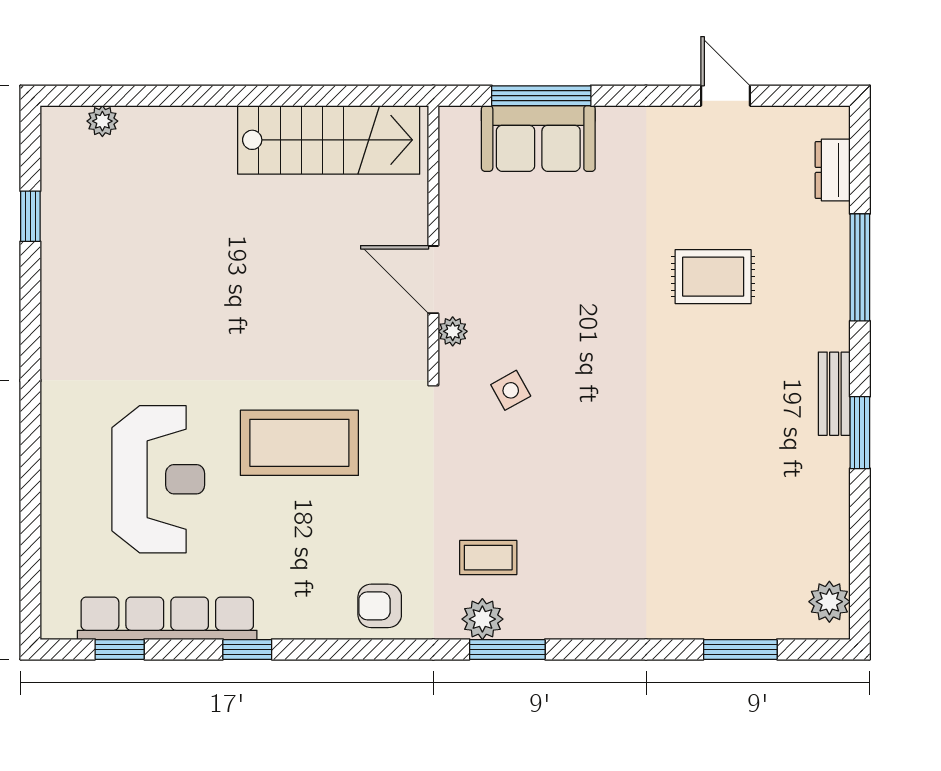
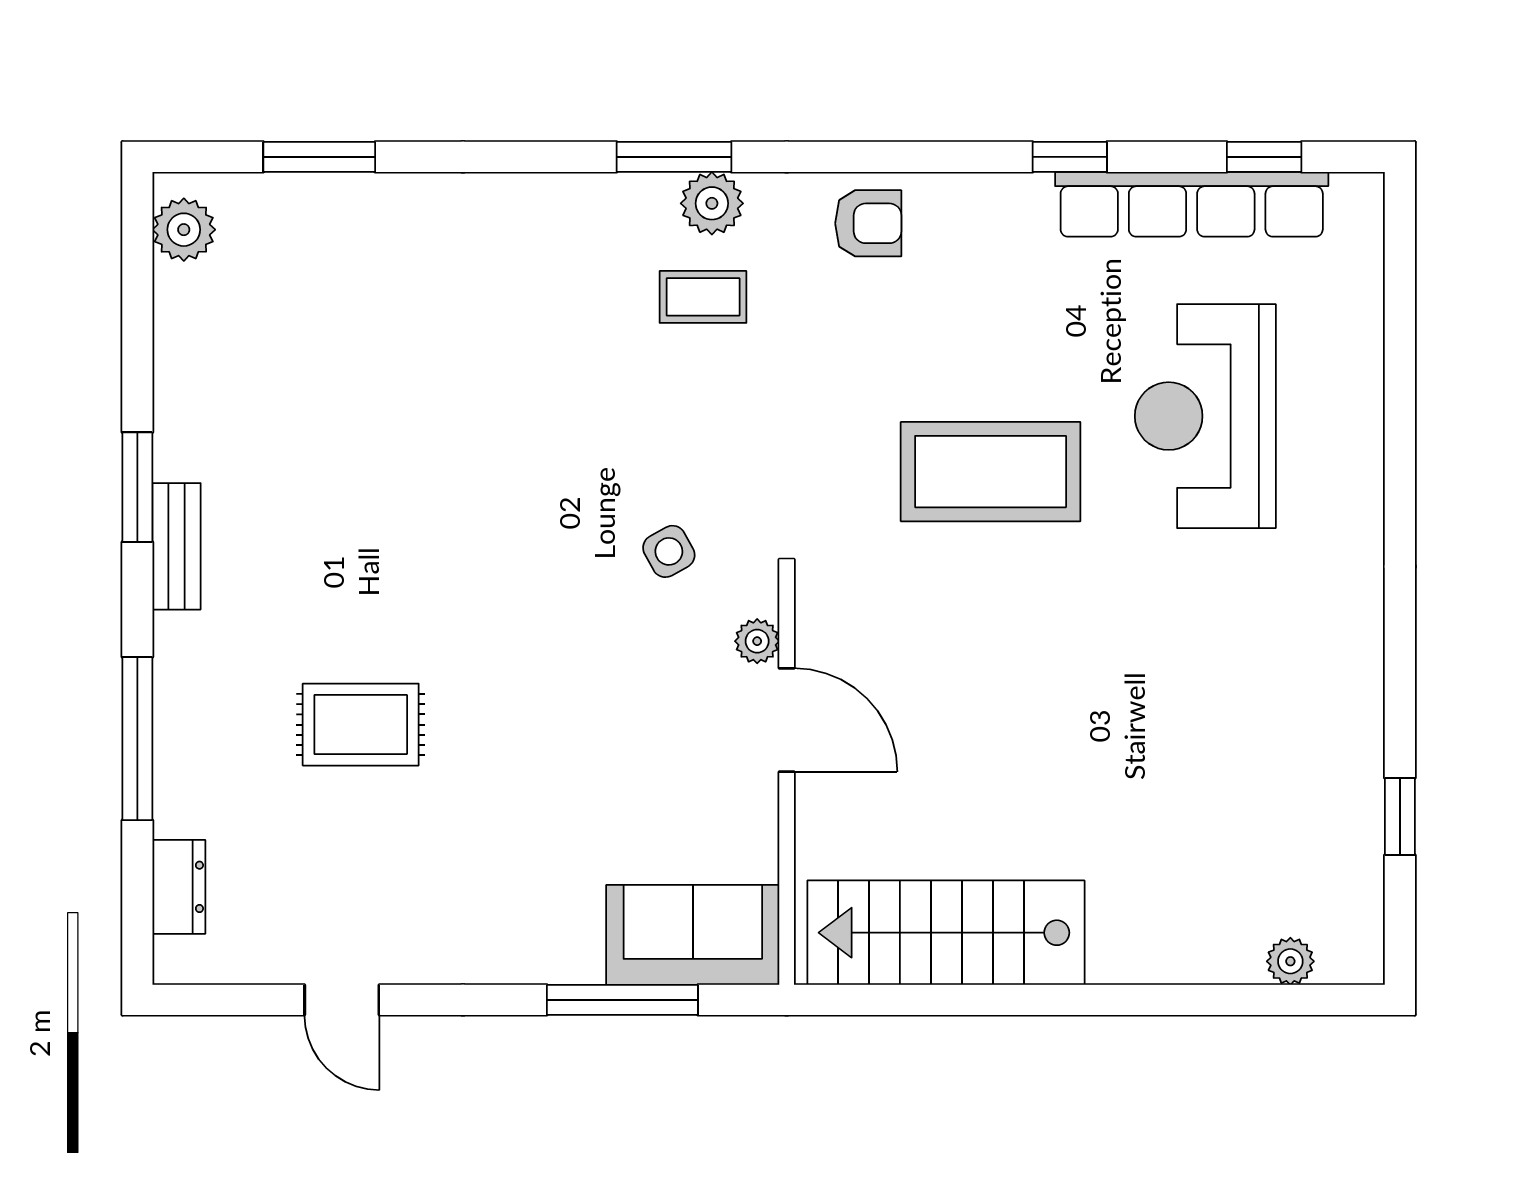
sofa: (538, 138) -> (693, 935), moved

